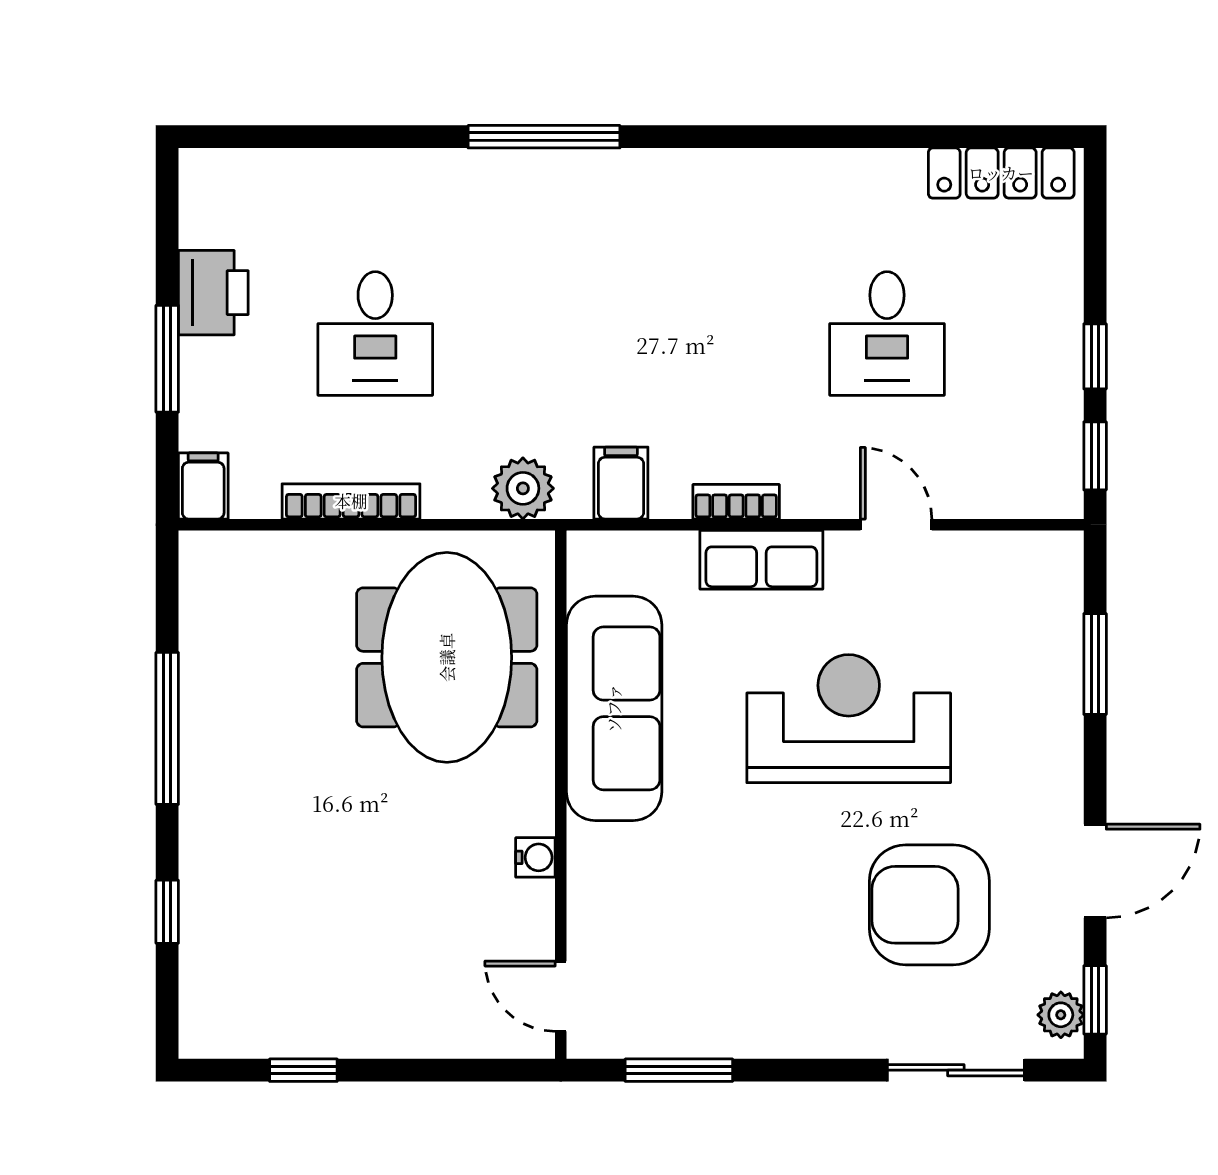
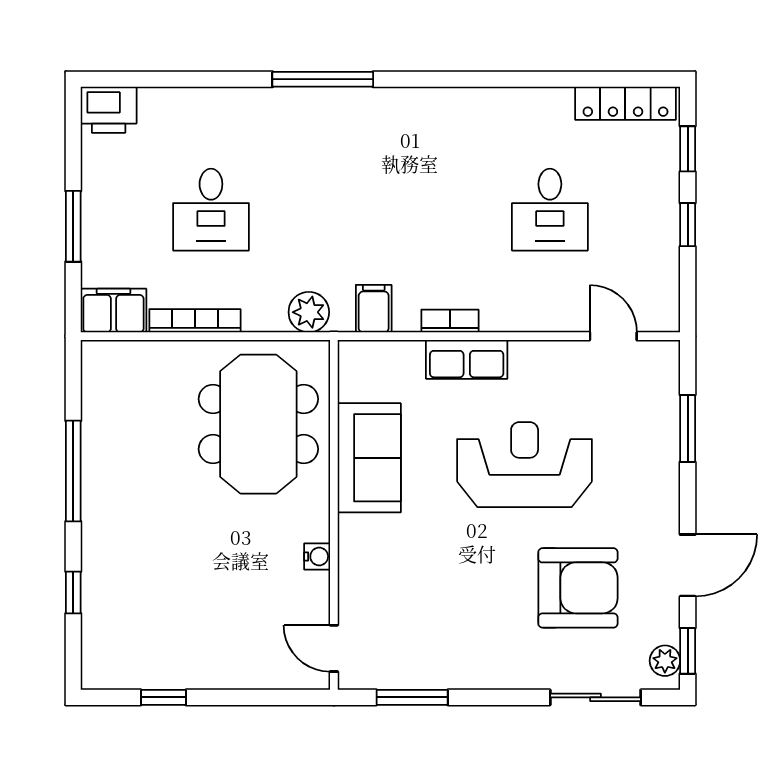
printer: (213, 293) -> (109, 110), moved, turned 90
window: (1095, 456) -> (688, 149), moved
filing cabinet: (203, 486) -> (113, 311), width x2.00
door: (896, 525) -> (613, 336), moved
sofa: (614, 708) -> (369, 458), width x0.73
armchair: (929, 905) -> (578, 588), turned 180

